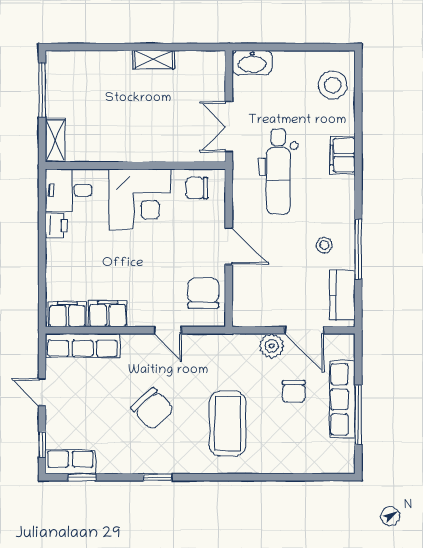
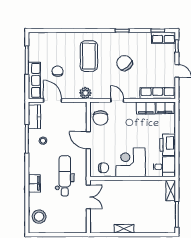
washbasin: (252, 63) -> (77, 227), removed
printer: (57, 226) -> (168, 145), width x1.87, depth x1.48
plant: (272, 346) -> (85, 93), moved
row of seats: (342, 399) -> (34, 80), moved

